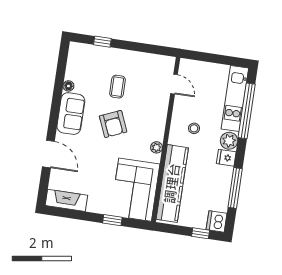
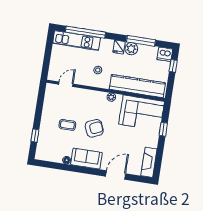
plant: (229, 141) -> (131, 49), moved

